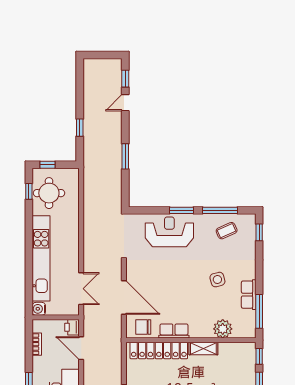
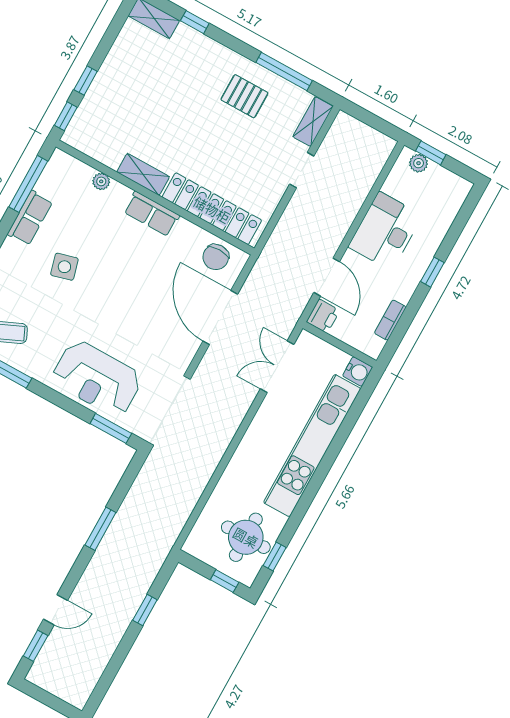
window: (182, 210) -> (111, 428), moved
chair: (143, 327) -> (216, 257), turned 90
plant: (223, 329) -> (101, 181), width x0.53, depth x0.53
row of seats: (174, 331) -> (152, 214), moved

